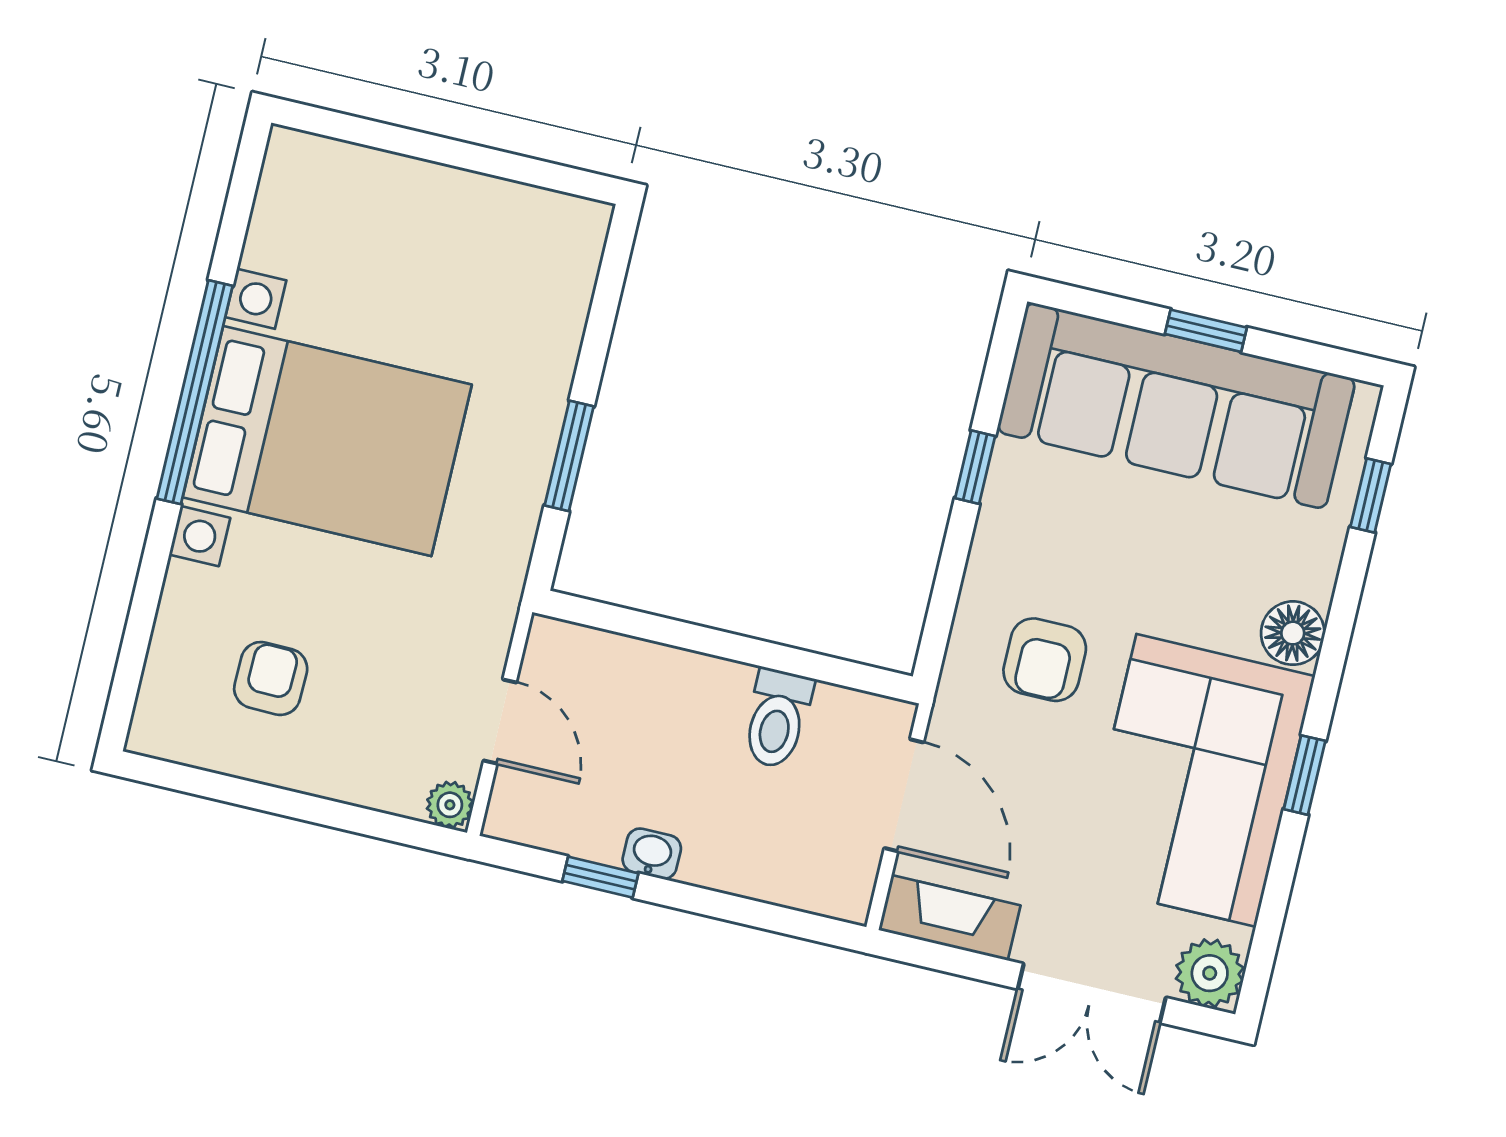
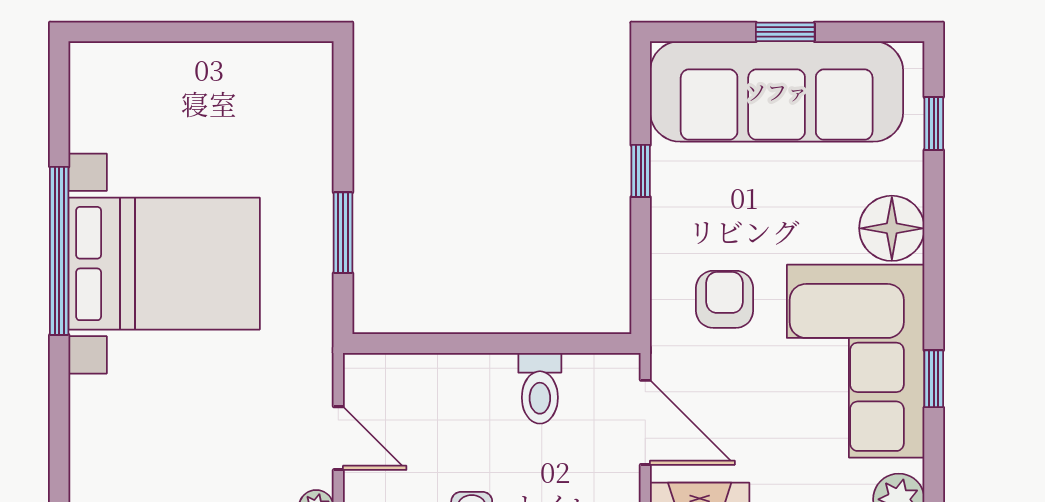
floor lamp: (1293, 633) -> (892, 228), width x1.38, depth x1.38
armchair: (1045, 660) -> (725, 299), turned 180
armchair: (271, 678) -> (164, 446), removed
window: (1305, 775) -> (934, 379), moved

